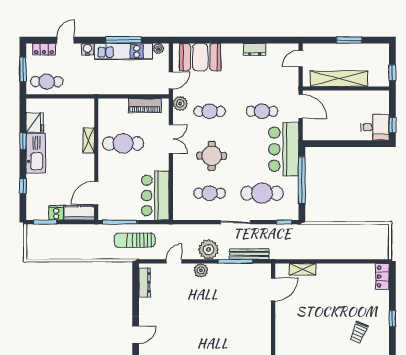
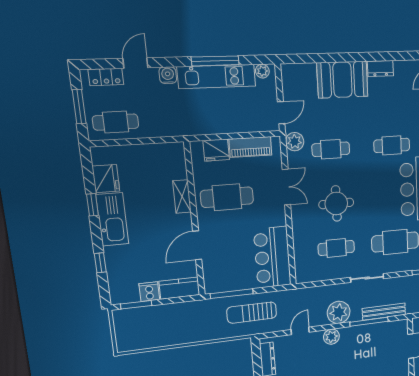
booth: (200, 57) -> (342, 80), moved
fridge: (118, 106) -> (216, 150), added
door: (96, 193) -> (197, 245), moved

